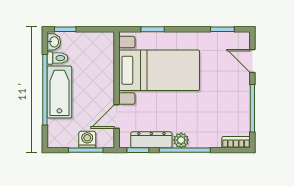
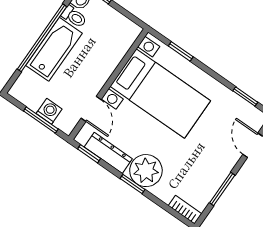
window: (252, 108) -> (222, 189), width x0.69
door: (117, 116) -> (91, 109), swing flipped
plant: (181, 140) -> (146, 171), width x1.87, depth x1.87
window: (185, 150) -> (133, 184), width x0.46

